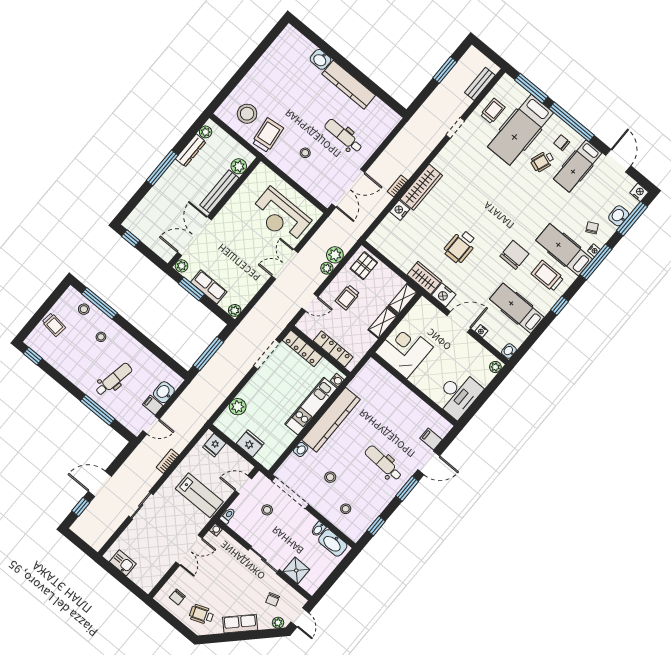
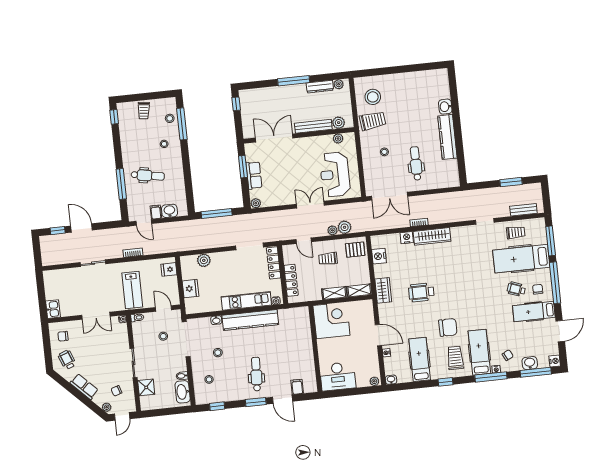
plant: (182, 266) -> (338, 139), moved
nightstand: (444, 295) -> (379, 256), moved
kitchen sink: (123, 563) -> (53, 309), moved

